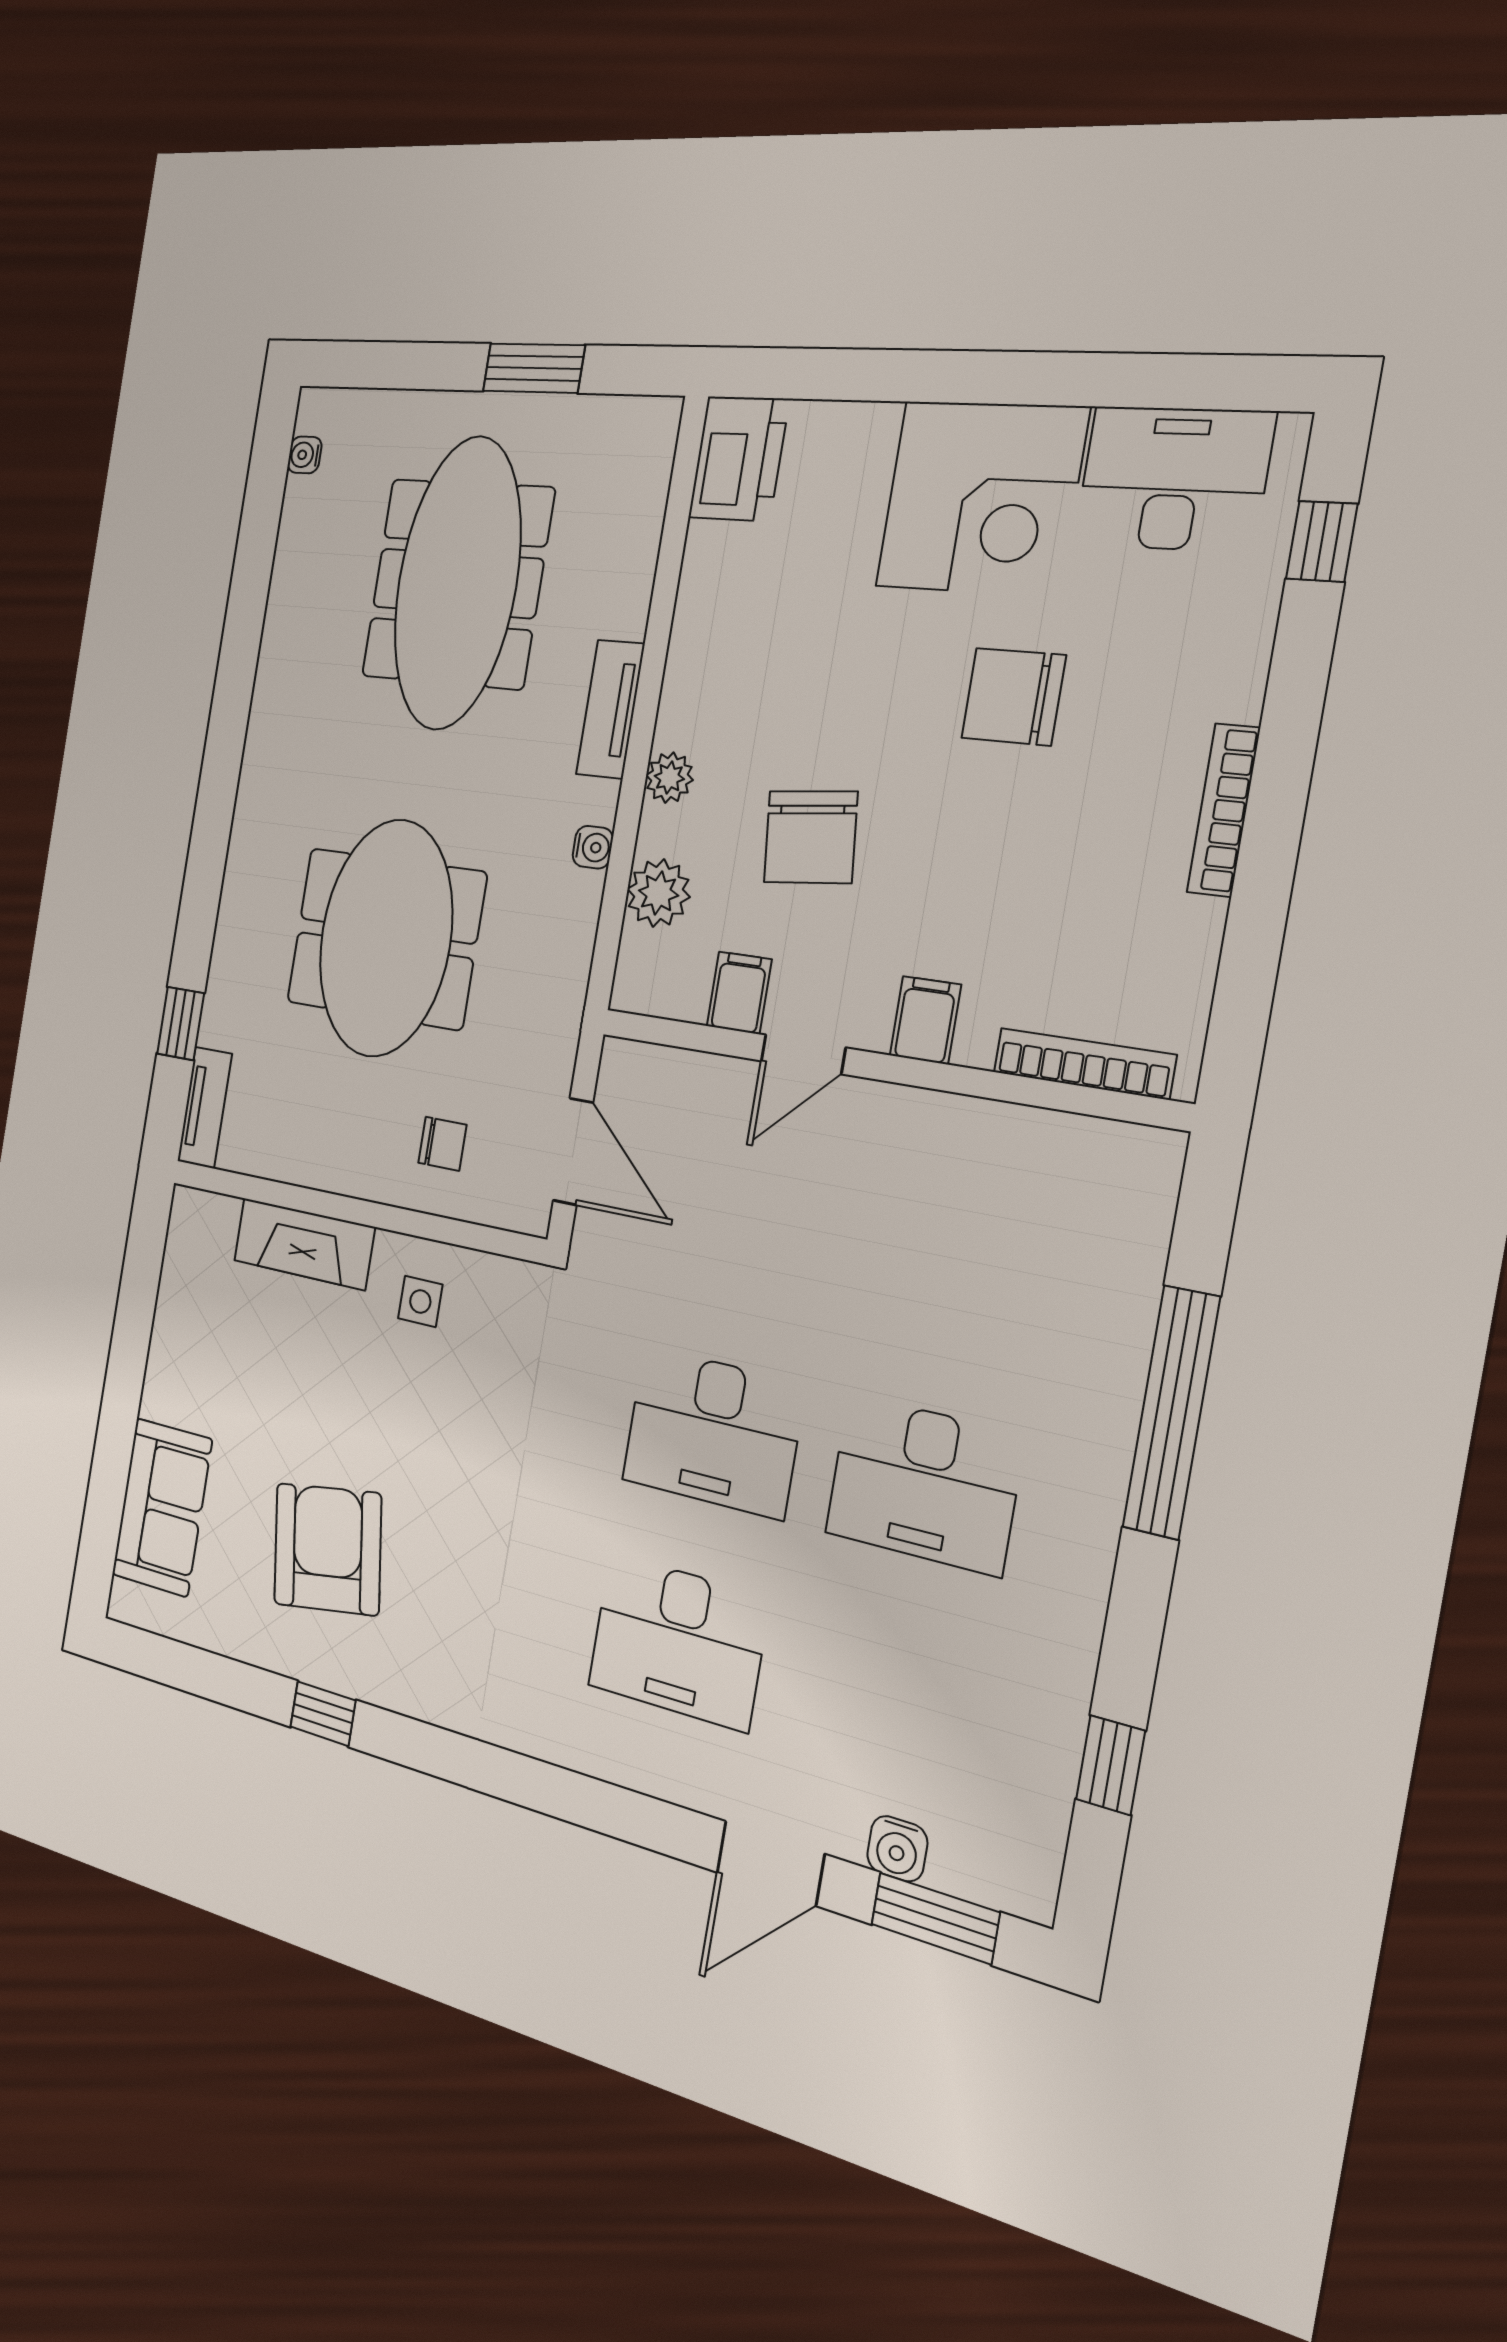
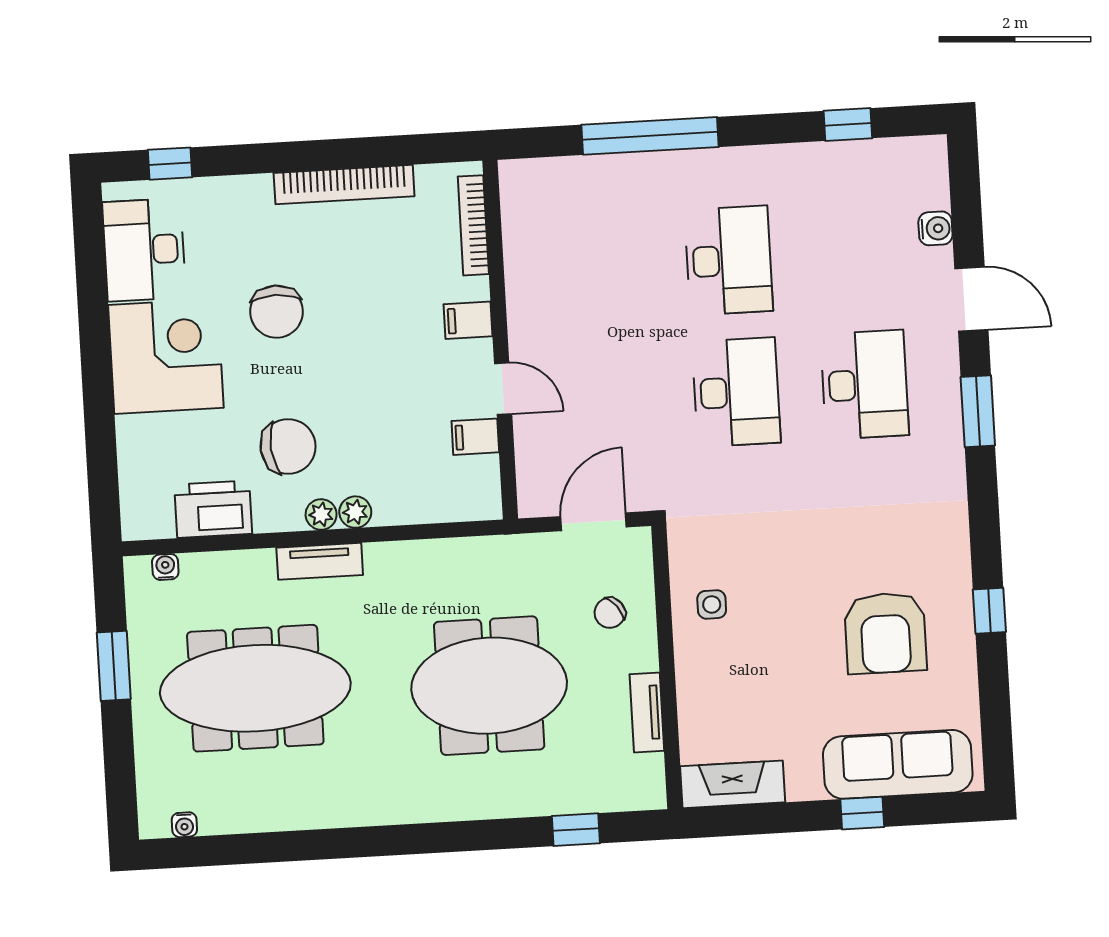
printer: (739, 458) -> (213, 509), moved
bookcase: (1223, 810) -> (344, 185), width x1.48, depth x1.31
chair: (811, 837) -> (288, 446), moved
water cooler: (593, 847) -> (165, 567), moved
plant: (658, 893) -> (321, 514), moved, width x0.73, depth x0.73
tv unit: (205, 1108) -> (647, 713), moved, turned -90
chair: (442, 1144) -> (610, 613), turned -128
fireplace: (304, 1244) -> (733, 784), moved, turned -90
window: (115, 1436) -> (862, 813), added
sofa: (162, 1507) -> (898, 764), width x1.36
armchair: (327, 1549) -> (885, 633), turned -81
window: (935, 1918) -> (978, 411), moved

